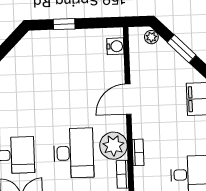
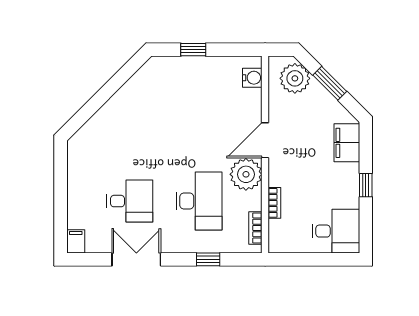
plant: (151, 37) -> (295, 78), width x1.88, depth x1.88
plant: (113, 146) -> (246, 174), moved

